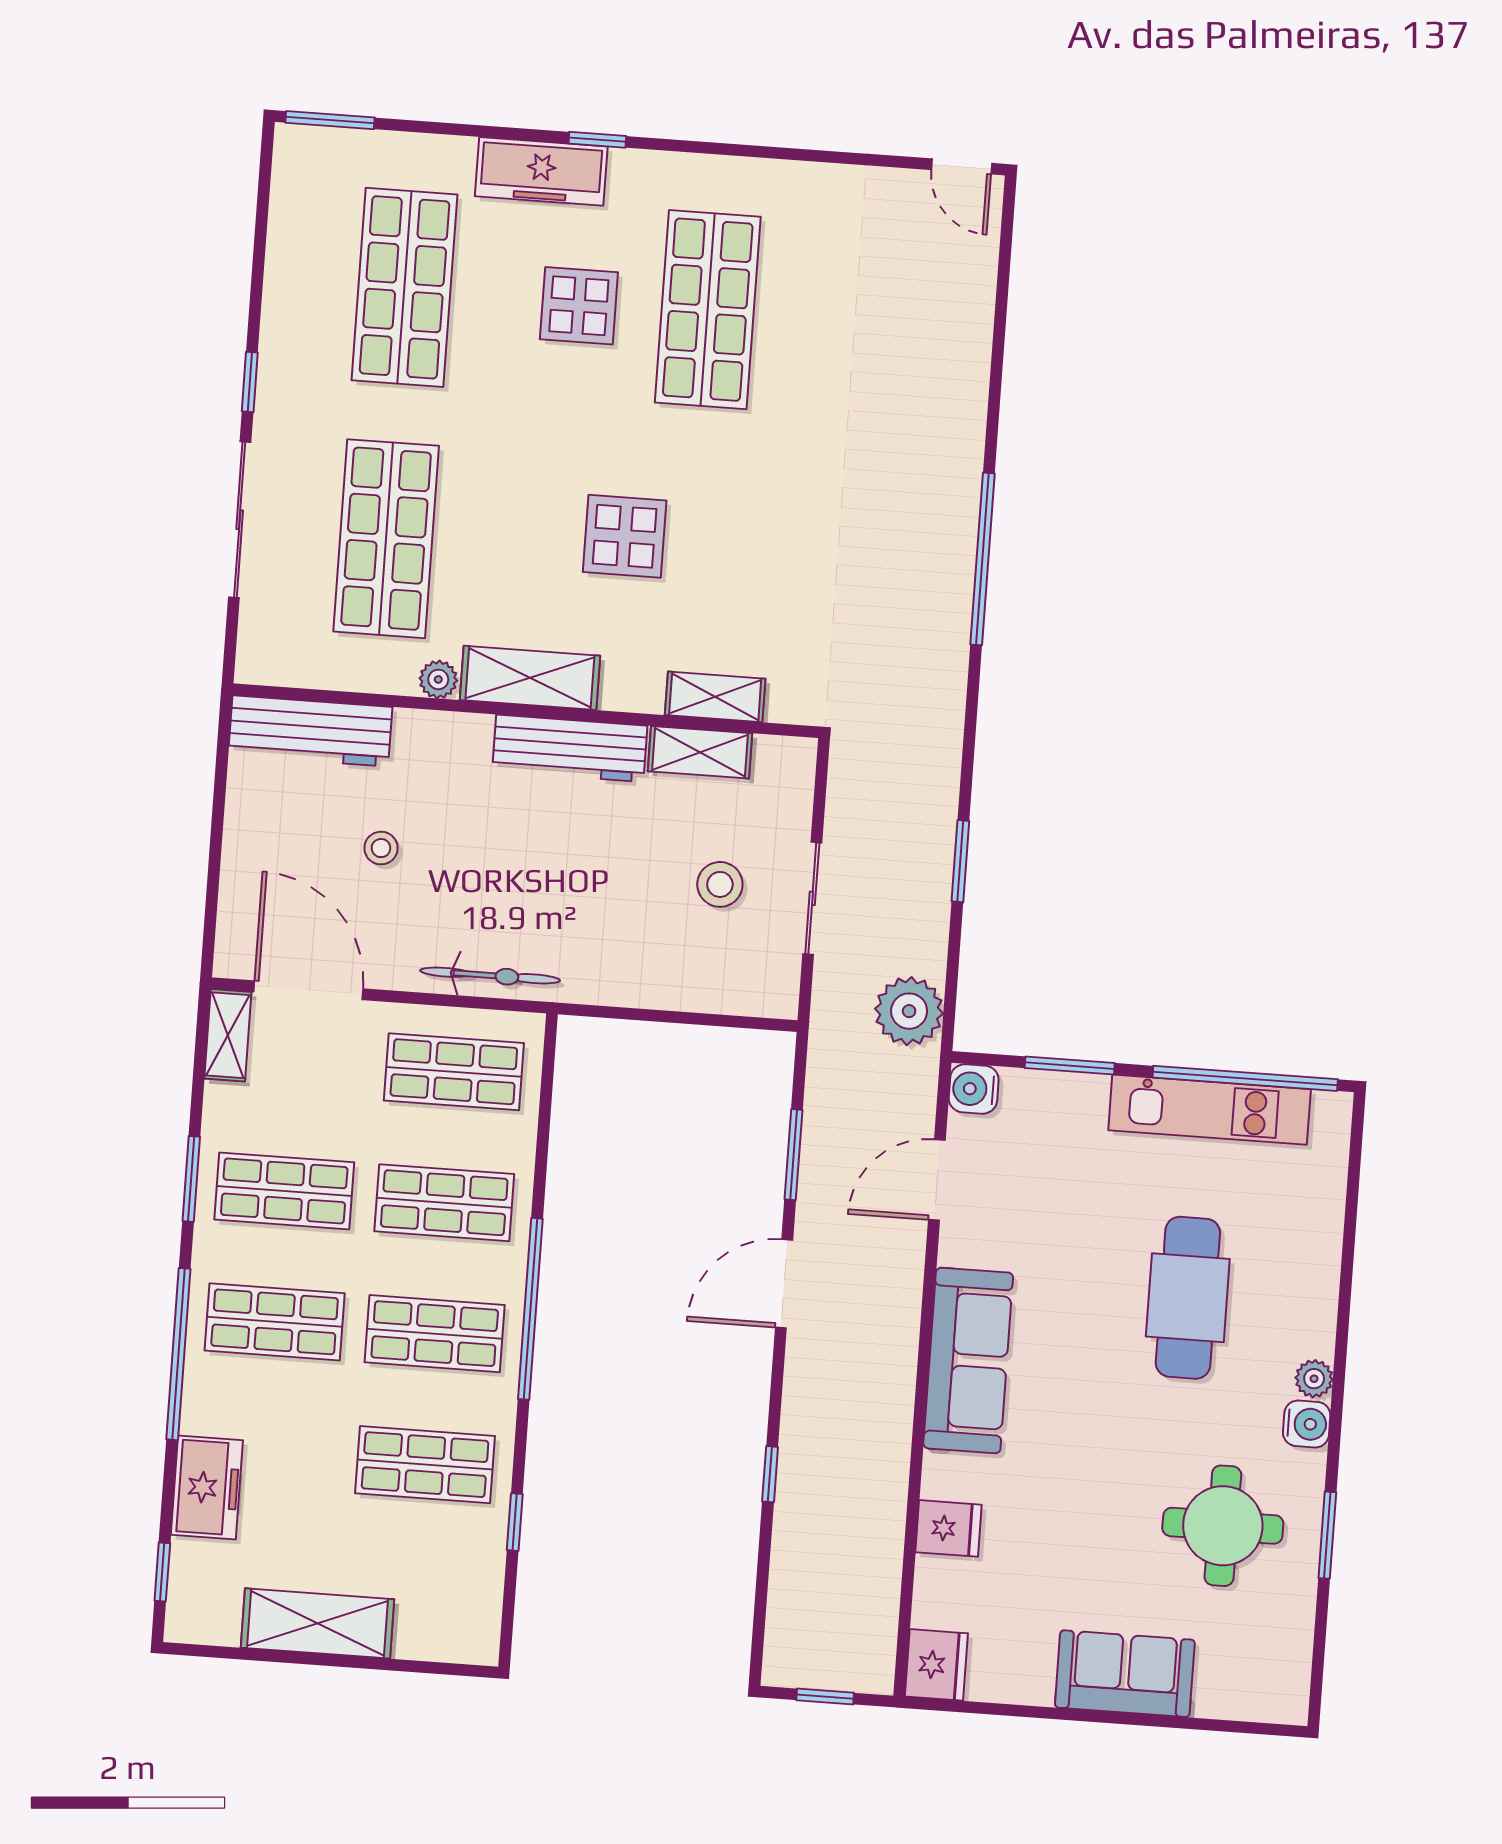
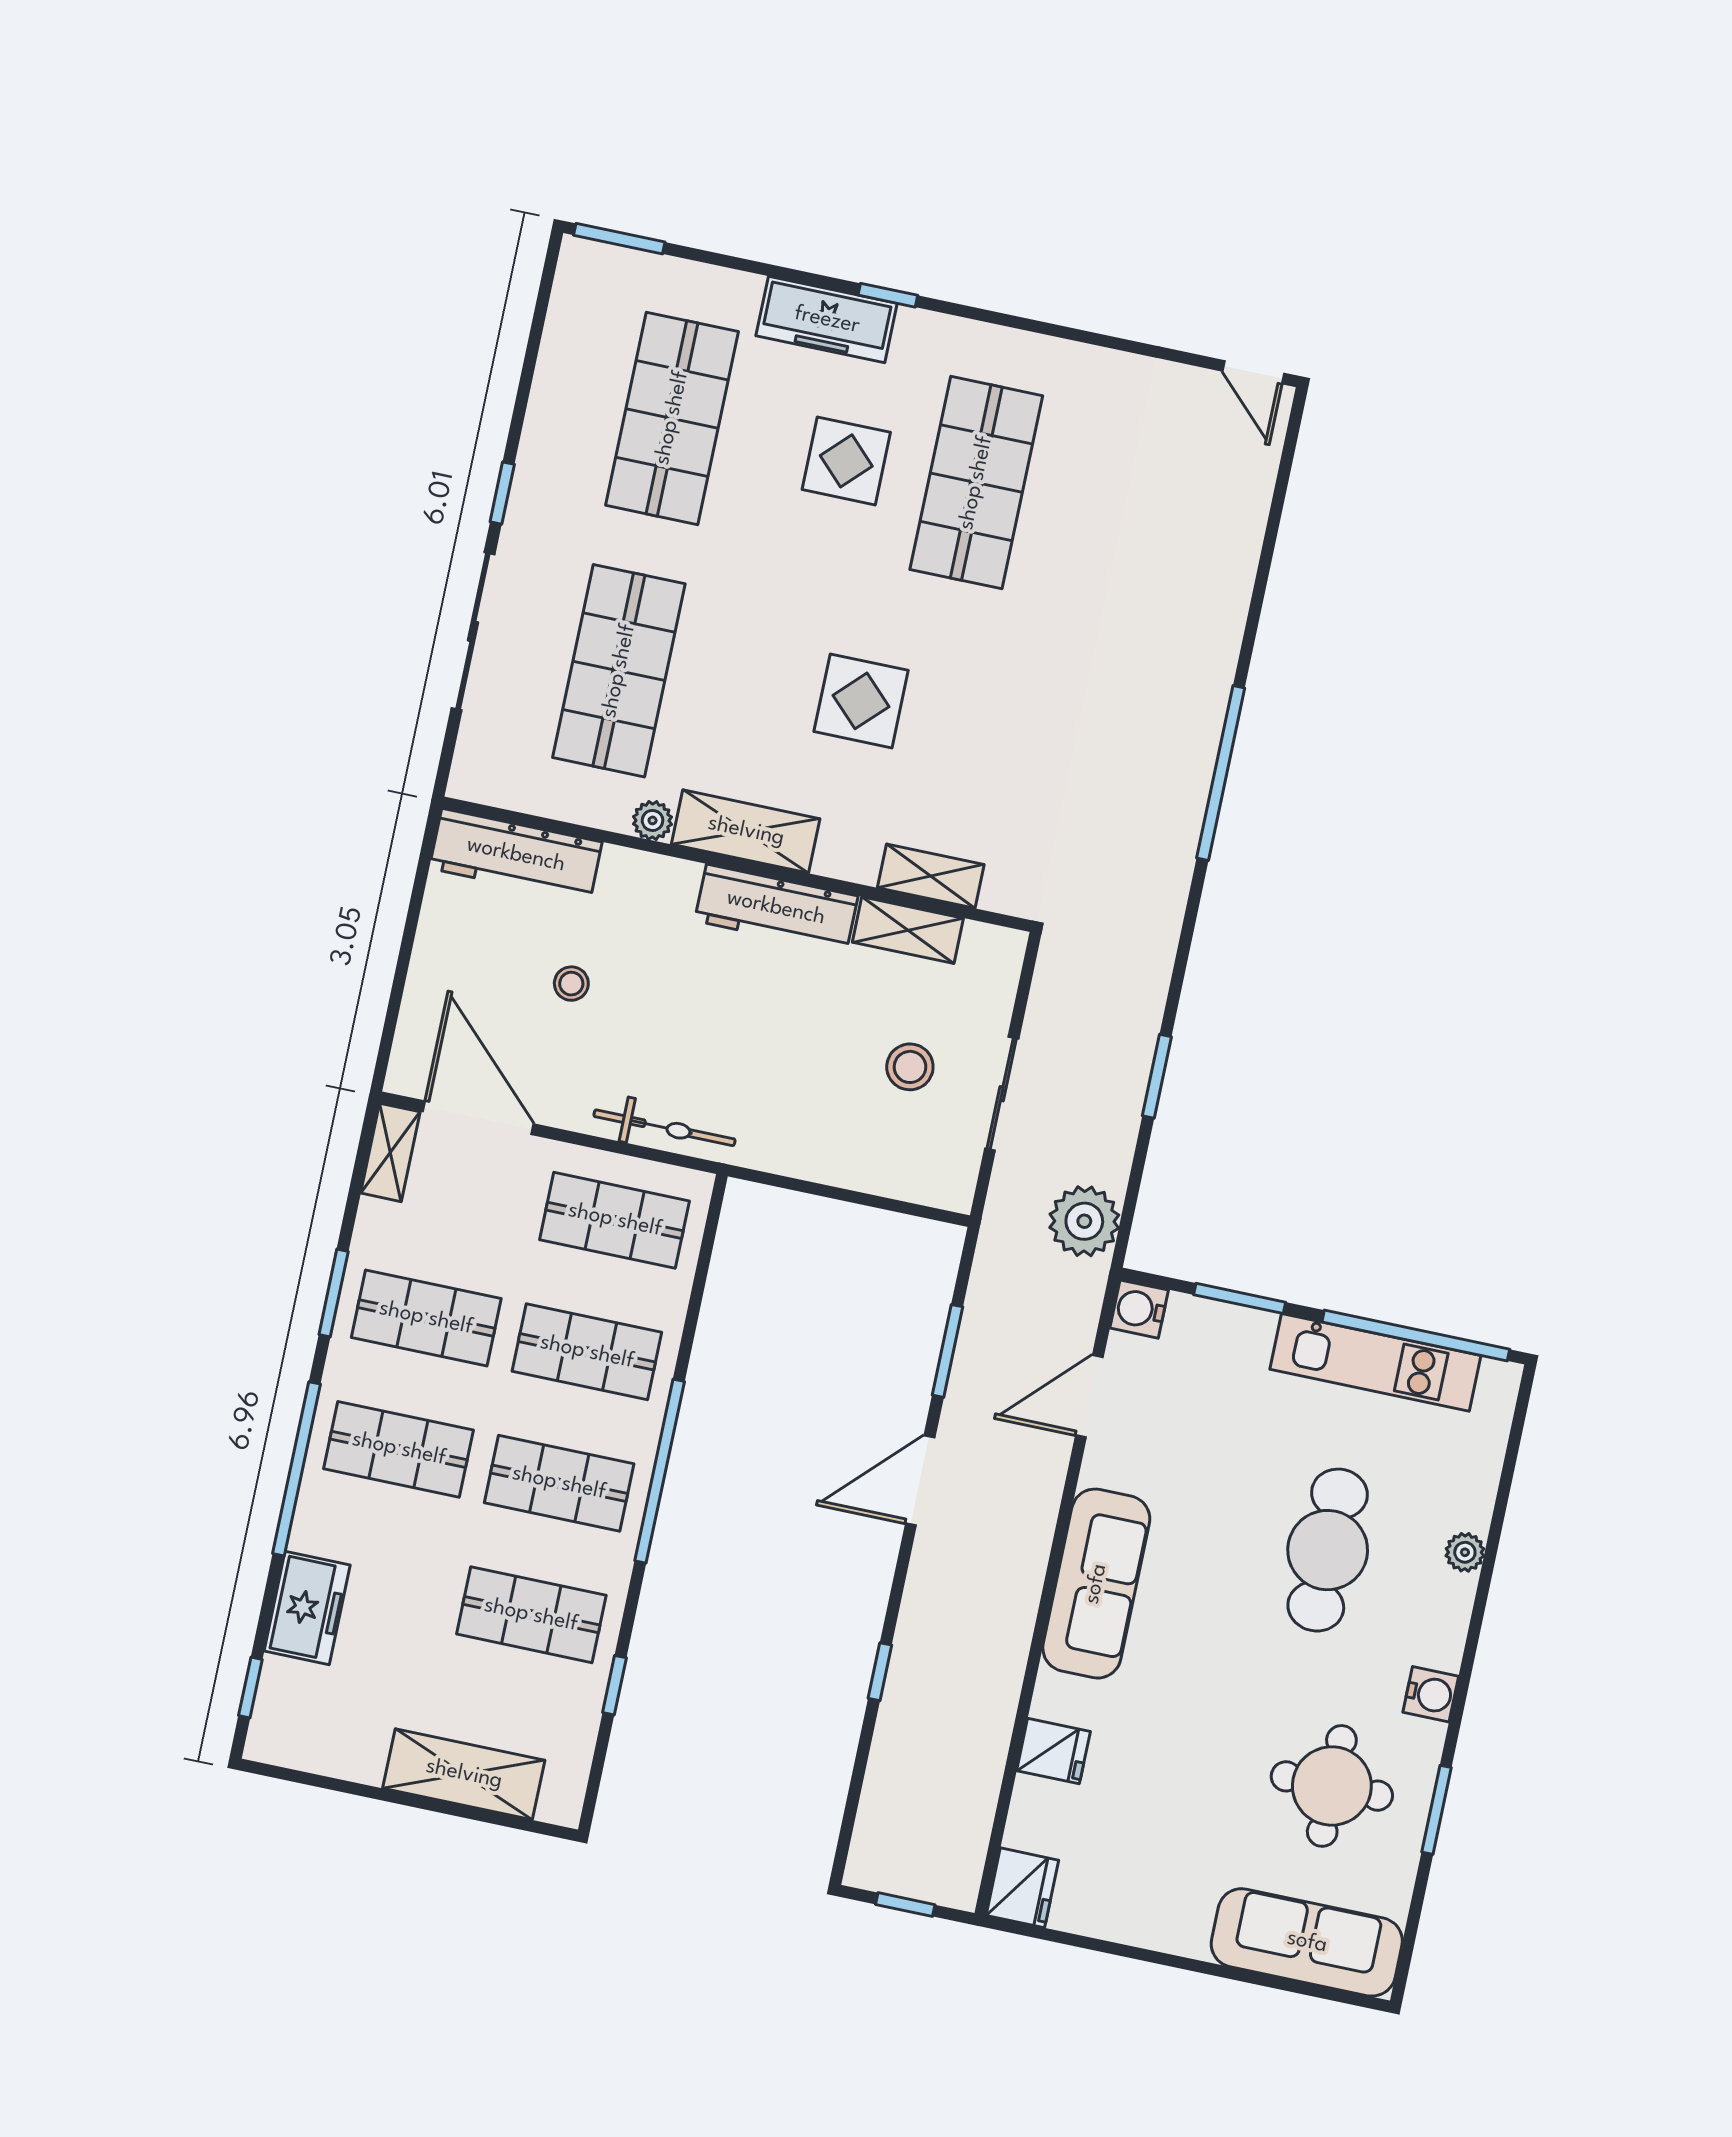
plant: (1314, 1379) -> (1465, 1552), moved
shelving: (318, 1623) -> (464, 1774), moved
sofa: (1125, 1674) -> (1307, 1942), moved, width x1.36

